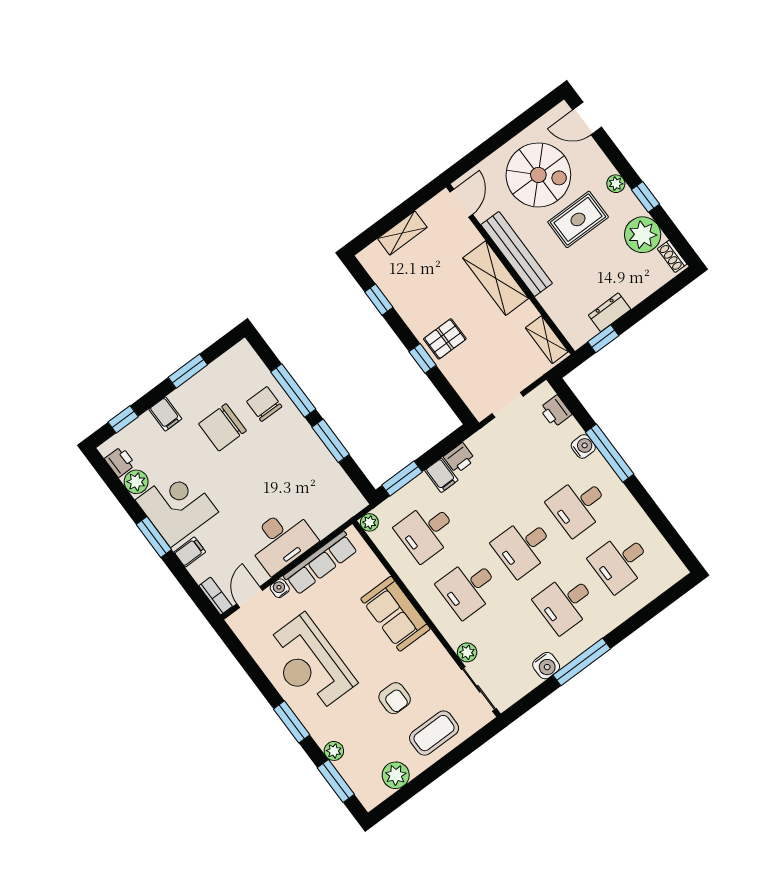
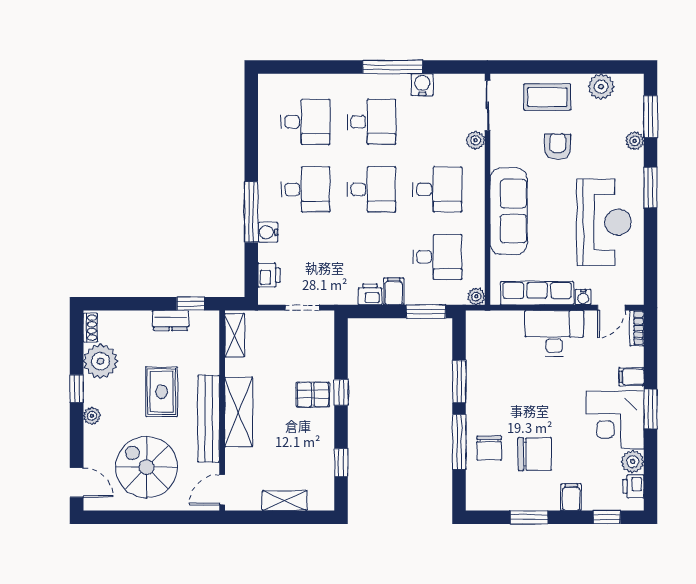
rug: (578, 219) -> (162, 392), moved, turned 90
sofa: (395, 614) -> (509, 211), width x1.36

